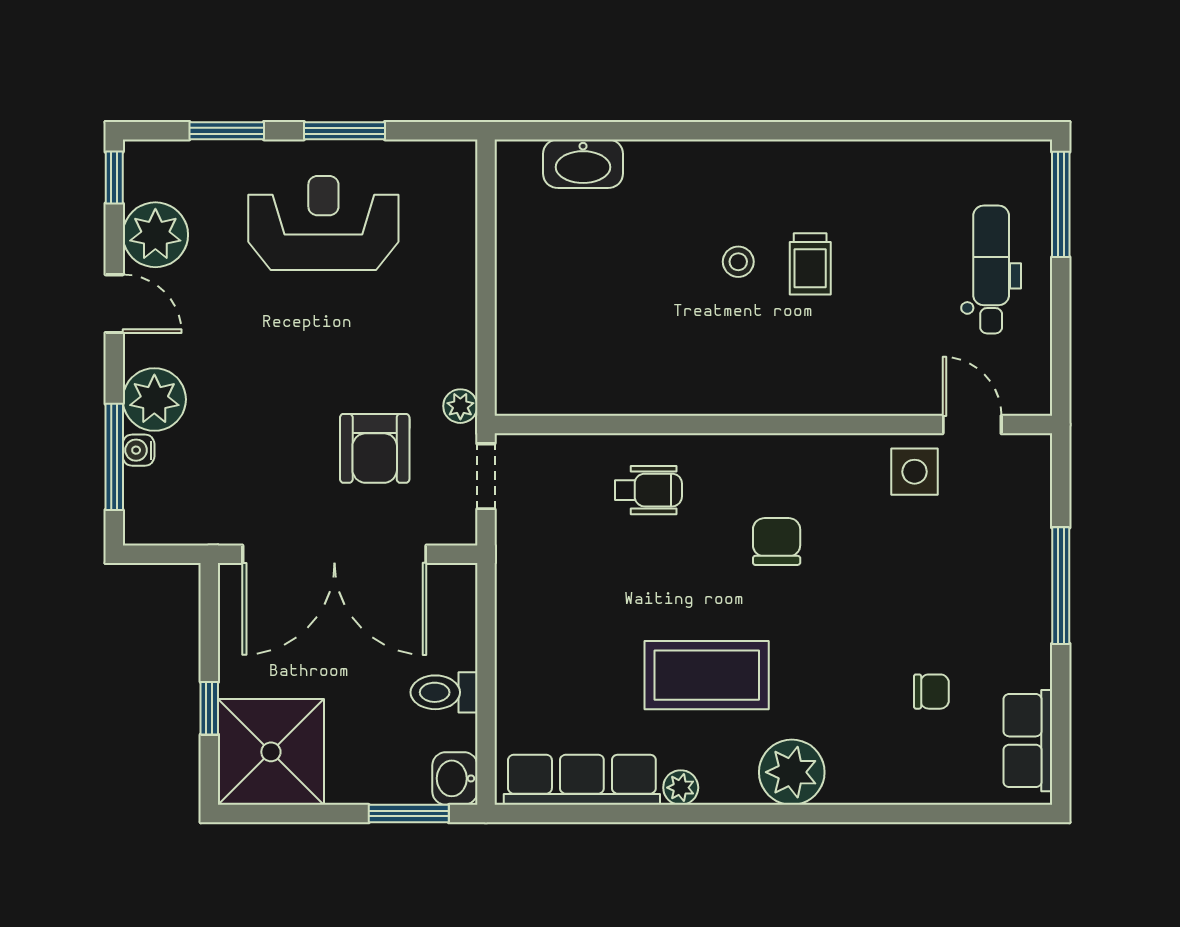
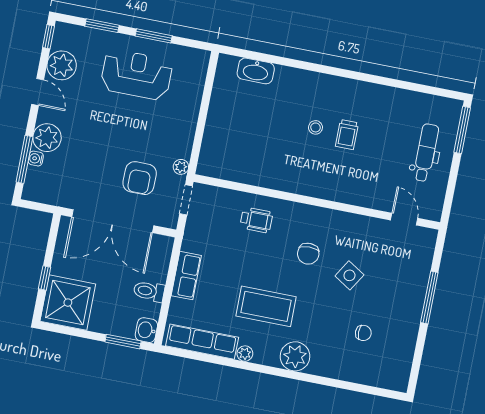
side table: (915, 472) -> (349, 275), moved, turned 32
chair: (777, 542) -> (308, 254), turned 180
row of seats: (1028, 741) -> (186, 276), moved, turned 180

